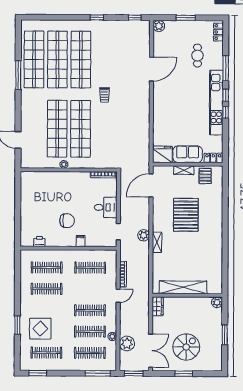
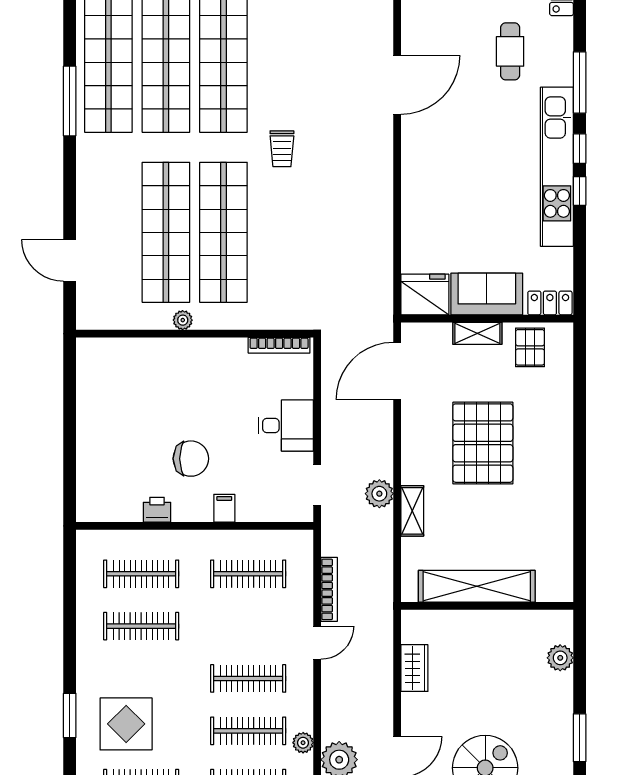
printer: (39, 241) -> (157, 510), moved
shelving: (183, 287) -> (477, 586), moved
wall: (187, 295) -> (487, 606), moved

